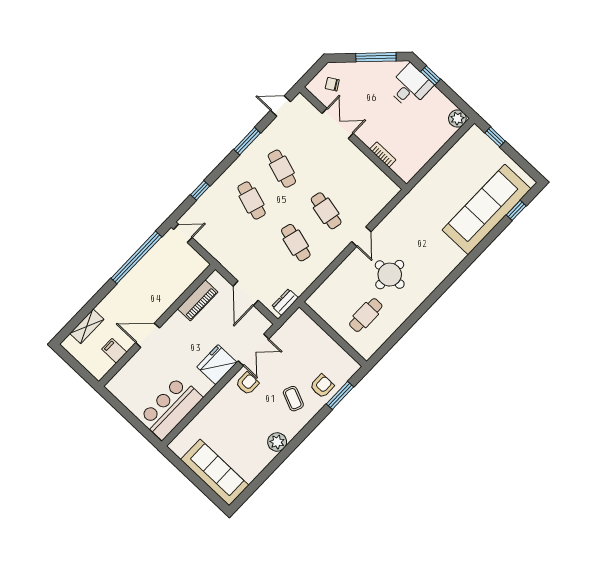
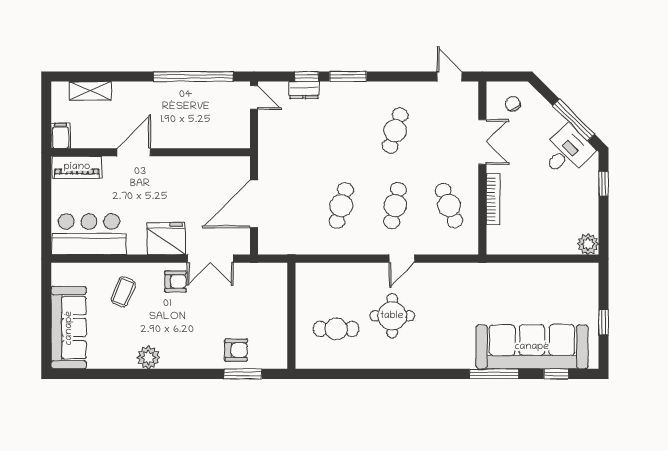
desk: (410, 86) -> (567, 152), moved, turned -45
window: (495, 137) -> (604, 322), moved
window: (247, 141) -> (348, 76), moved
bookcase: (383, 155) -> (493, 199), width x1.56
cafe table: (252, 200) -> (449, 206), moved, turned -39
window: (481, 247) -> (494, 374), added
door: (246, 293) -> (254, 204), width x1.36
piano: (198, 300) -> (77, 167), moved
dresser: (285, 302) -> (304, 90), moved, turned 180
door: (148, 335) -> (134, 152), hinge flipped
filing cabinet: (114, 351) -> (61, 136), moved
coffee table: (293, 399) -> (123, 292), moved

